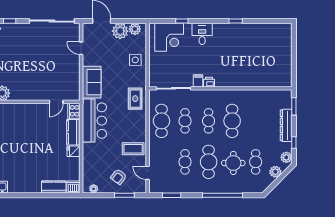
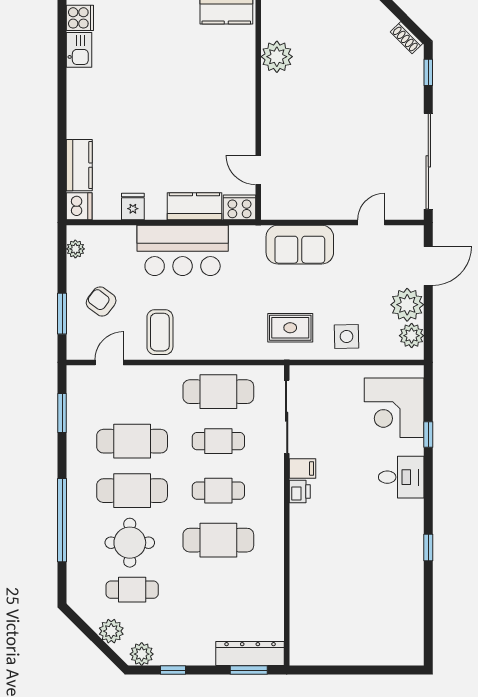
rug: (135, 99) -> (290, 328), moved
bar counter: (94, 121) -> (183, 250), moved
dresser: (286, 125) -> (250, 654), moved
fridge: (73, 151) -> (133, 207), moved
cafe table: (185, 162) -> (132, 441), width x1.37, depth x1.35

